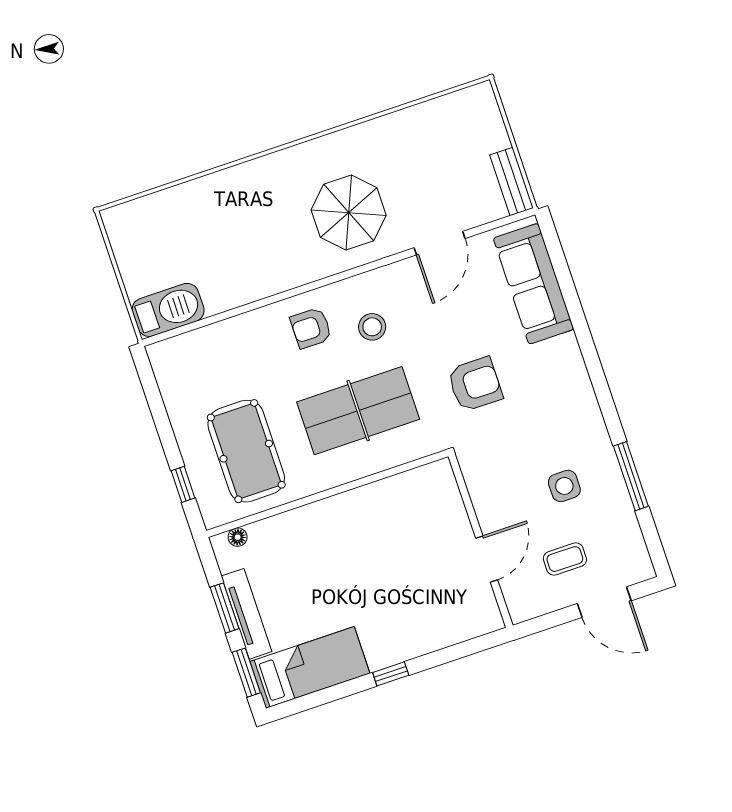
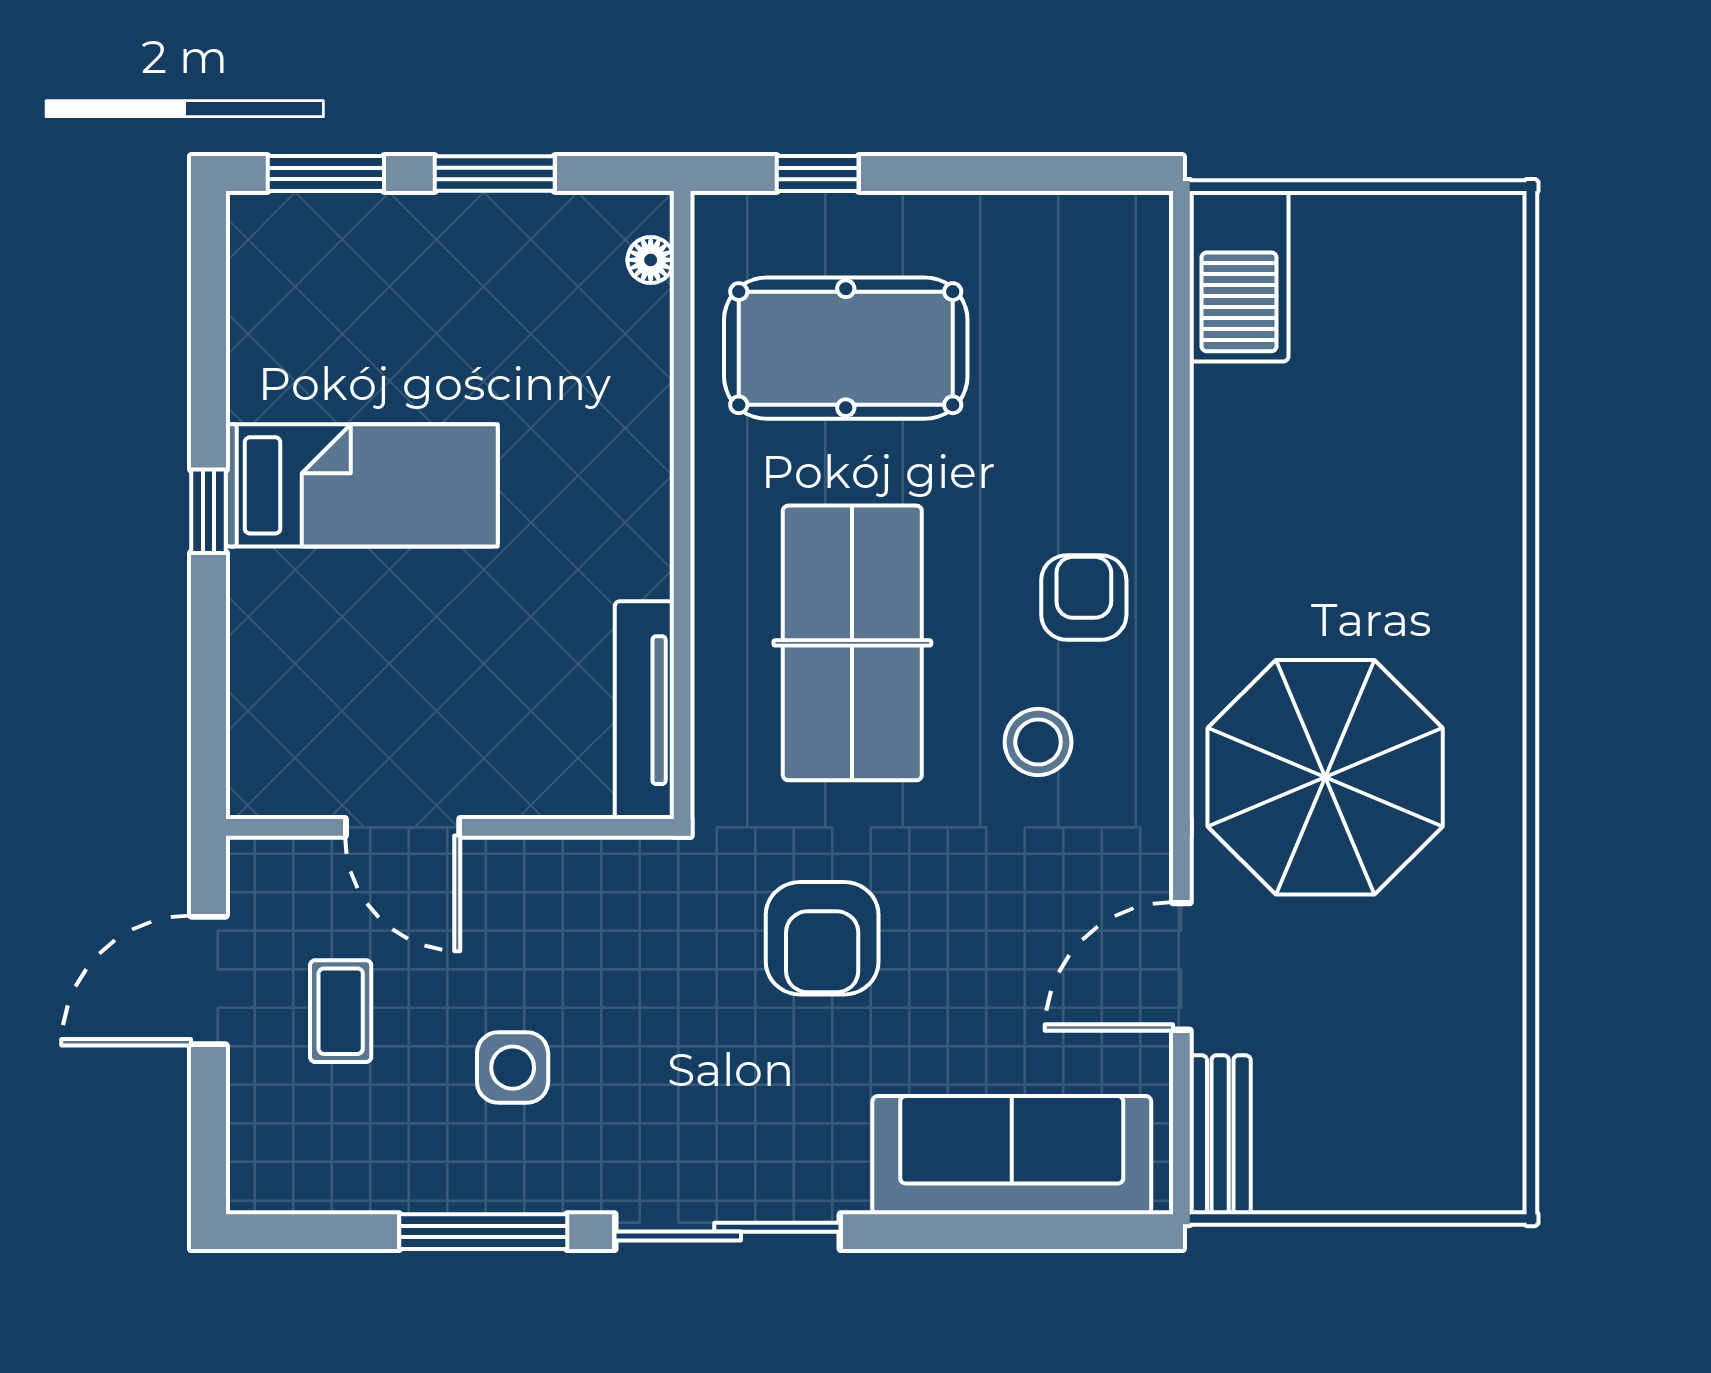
bench: (511, 181) -> (1220, 1135), moved, turned 90
parasol: (349, 213) -> (1325, 777), width x1.36, depth x1.36
door: (440, 243) -> (1181, 966), hinge flipped
sliding door: (599, 383) -> (728, 1232), added
door: (604, 602) -> (209, 980), moved
tv unit: (247, 614) -> (644, 710), moved, turned 90
bed: (310, 667) -> (362, 485), moved, turned -90

